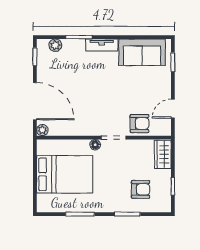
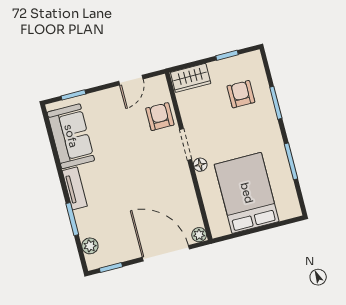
door: (35, 101) -> (166, 253), hinge flipped
door: (173, 109) -> (131, 80), hinge flipped

